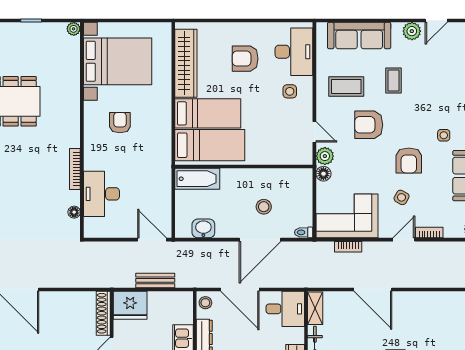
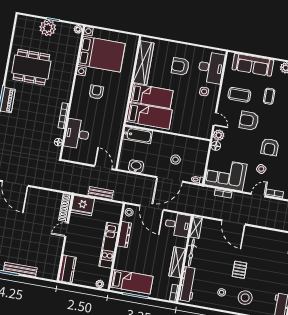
plant: (25, 35) -> (48, 28), added

